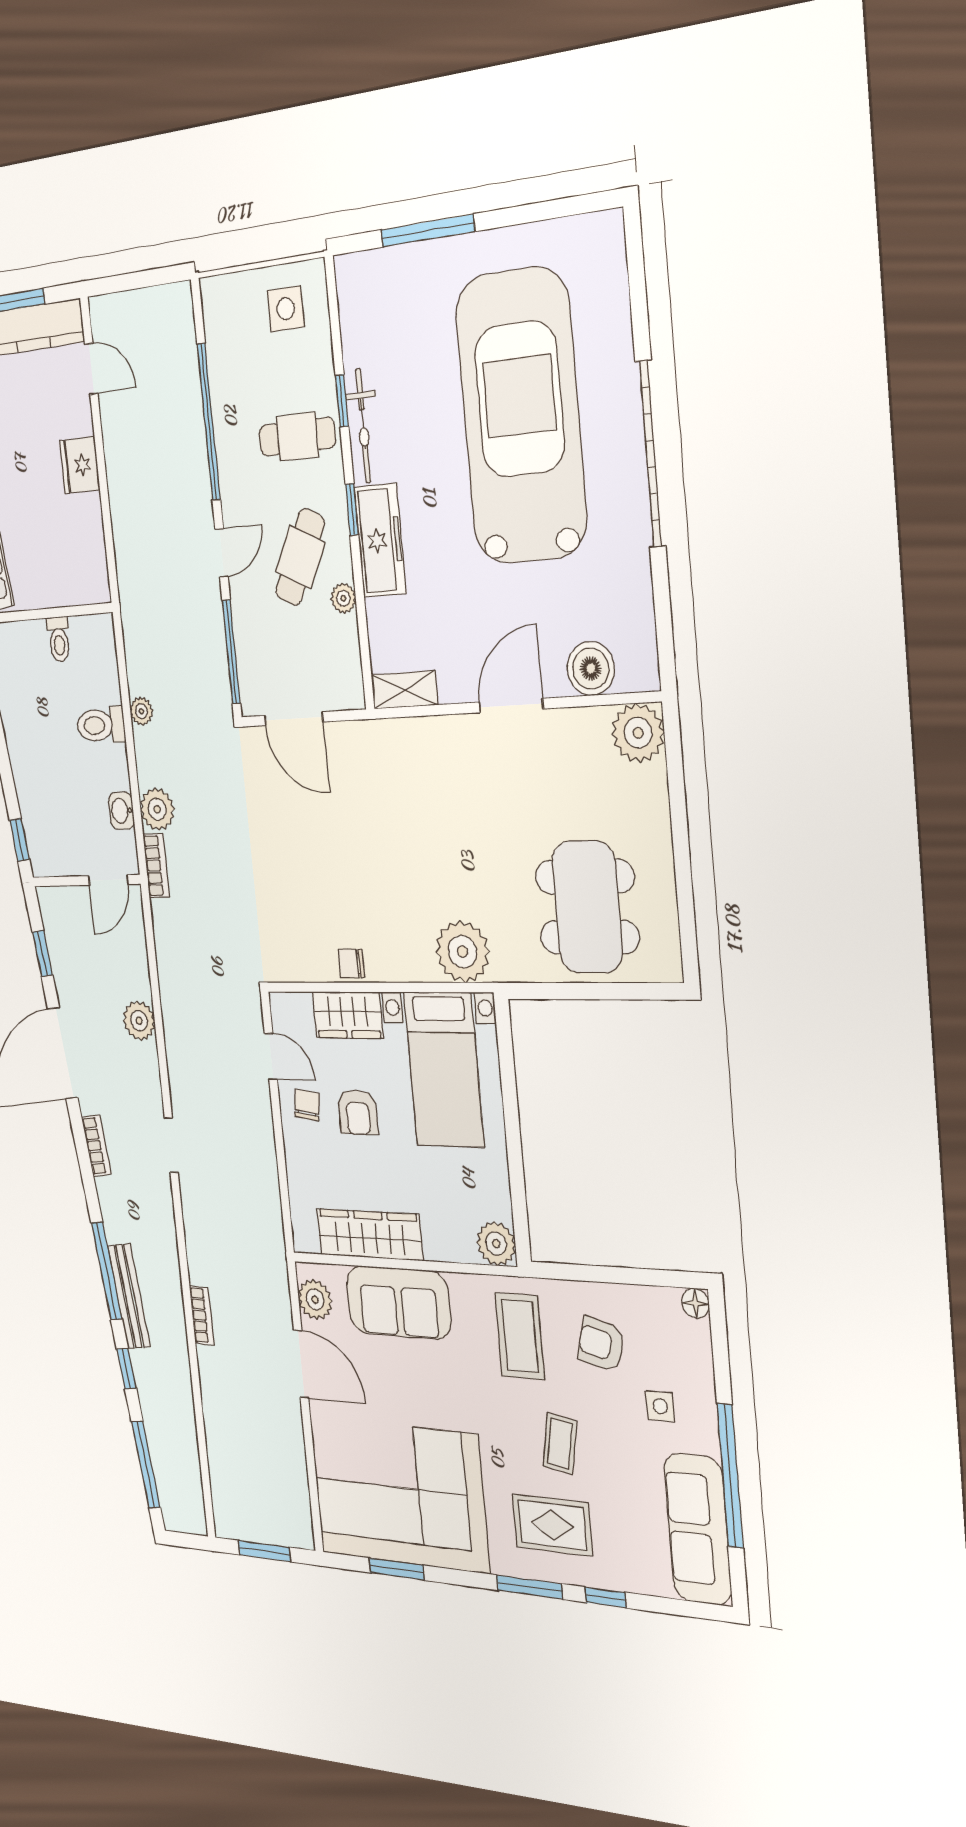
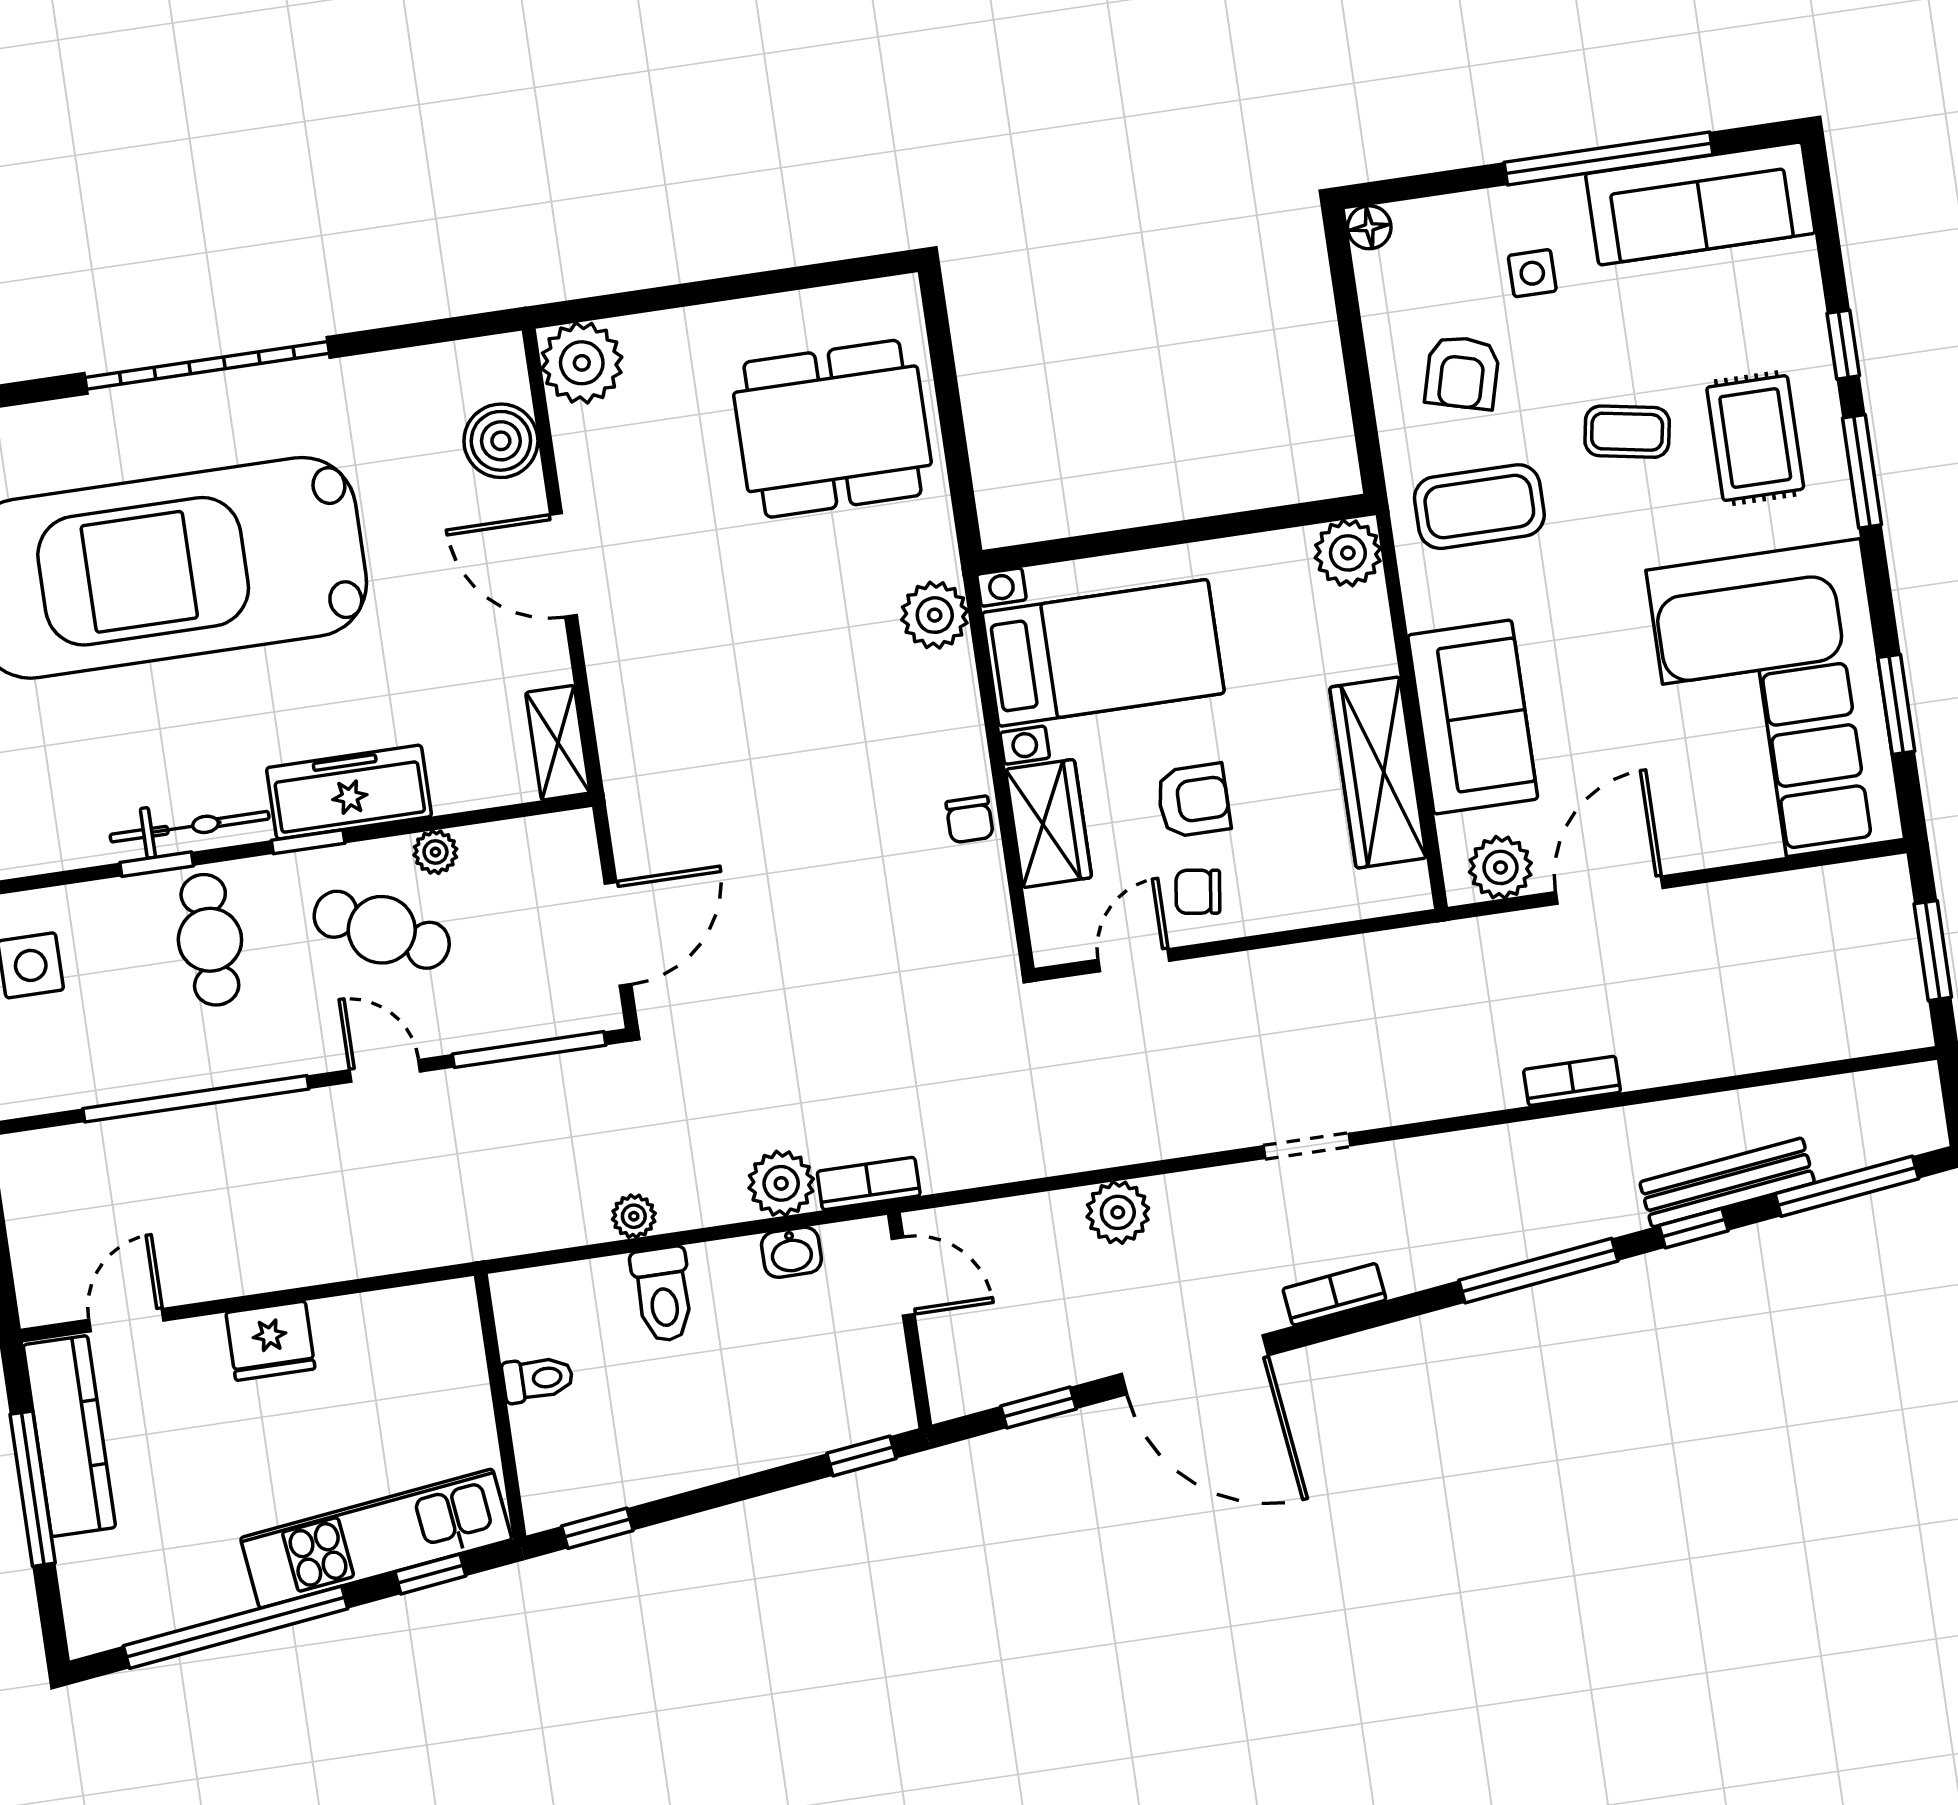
plant: (462, 952) -> (935, 615), width x0.73, depth x0.73
bench: (129, 1296) -> (1727, 1182), moved

